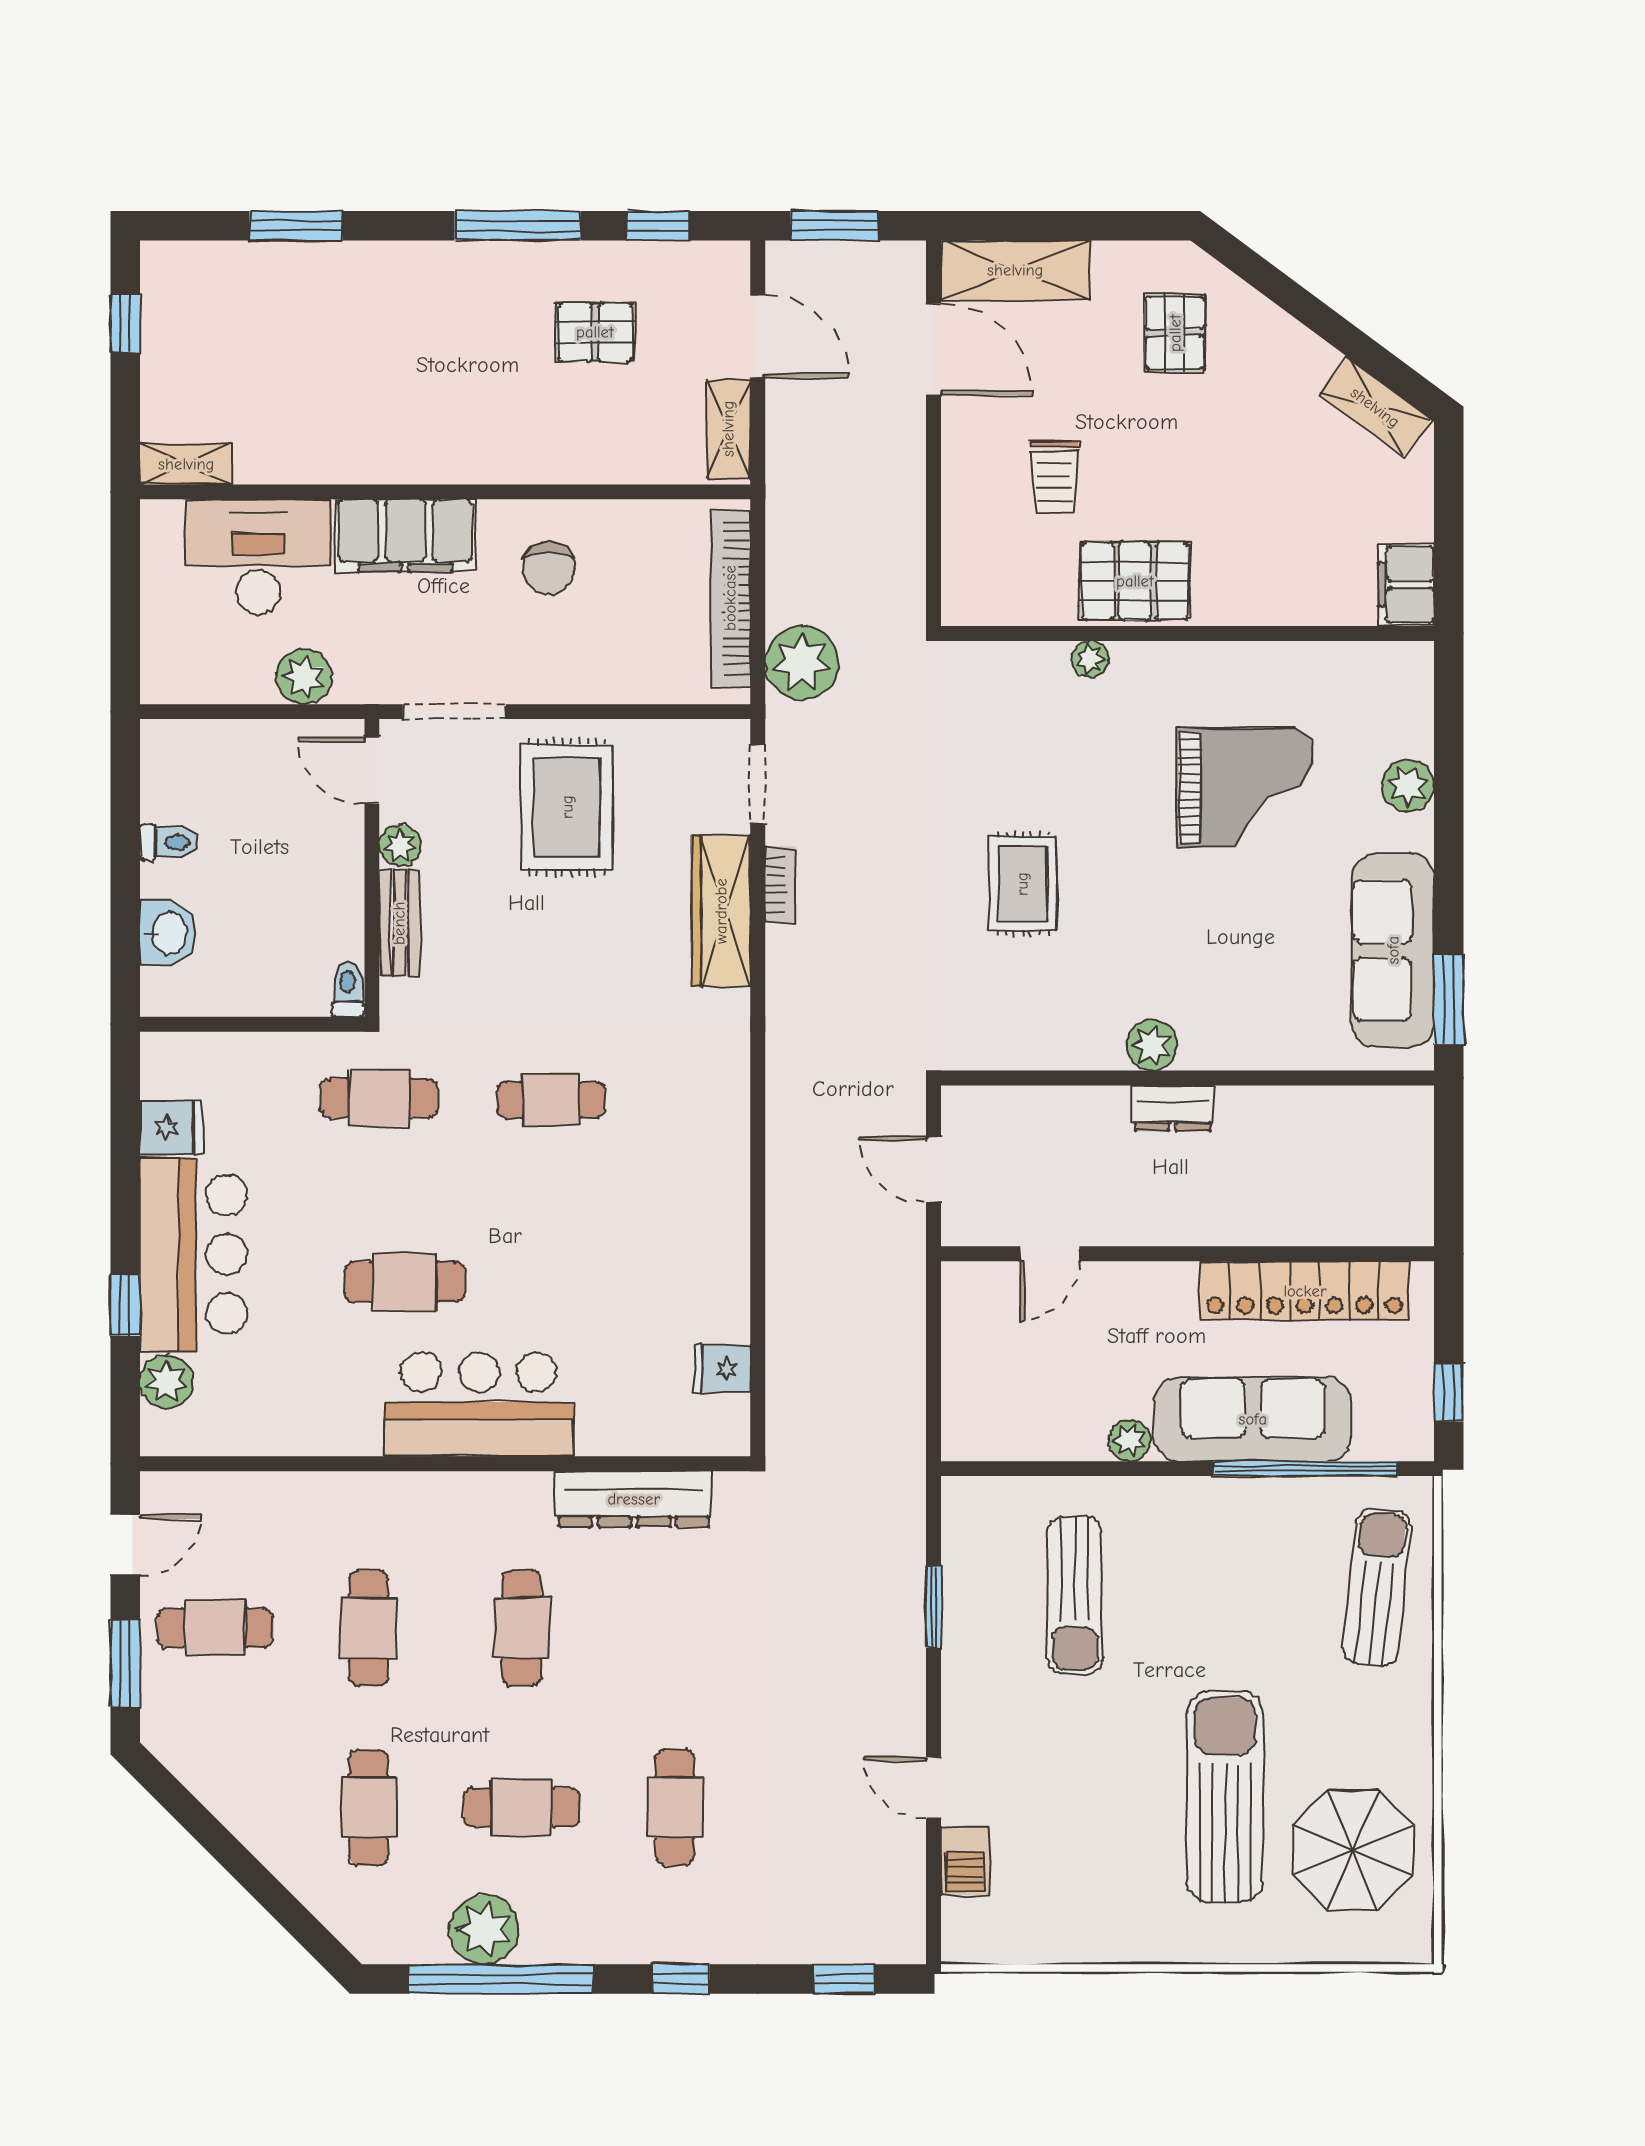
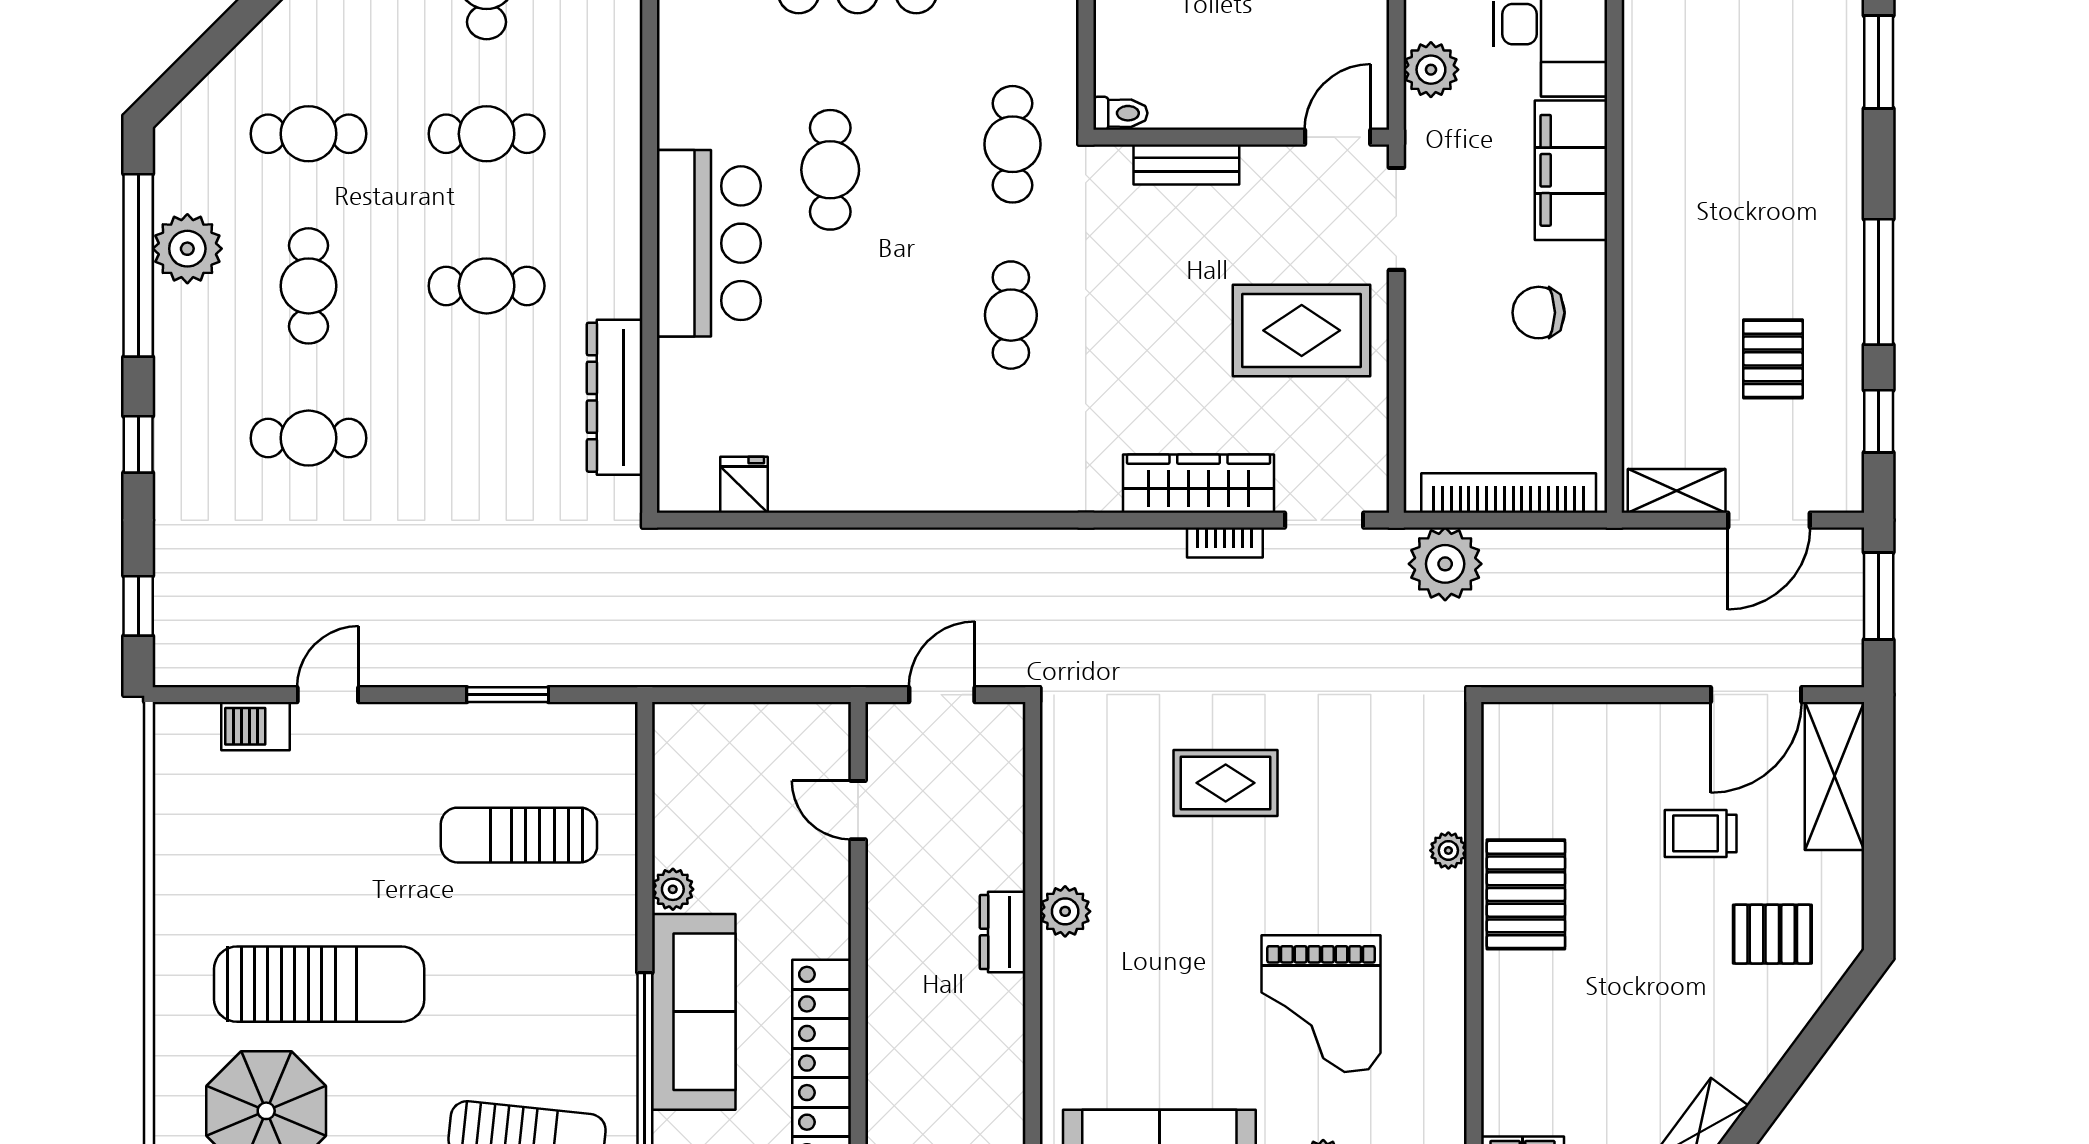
trolley: (1055, 477) -> (1701, 833), moved
plant: (400, 845) -> (1264, 165), removed

